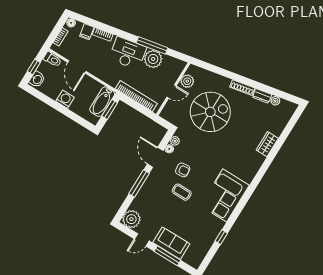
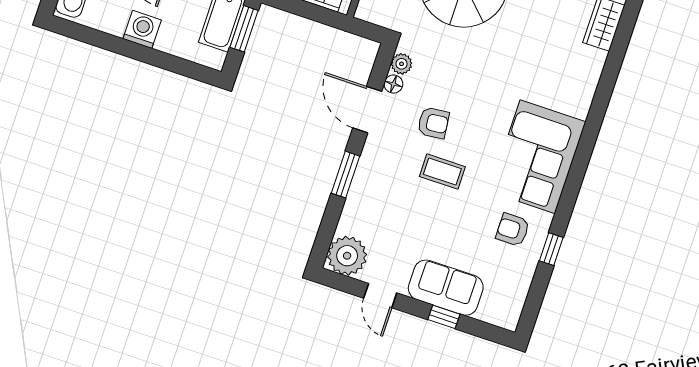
window: (139, 183) -> (345, 175), width x0.69
armchair: (206, 225) -> (513, 230), added
door: (142, 240) -> (380, 296), hinge flipped
window: (167, 256) -> (444, 317), width x0.46

